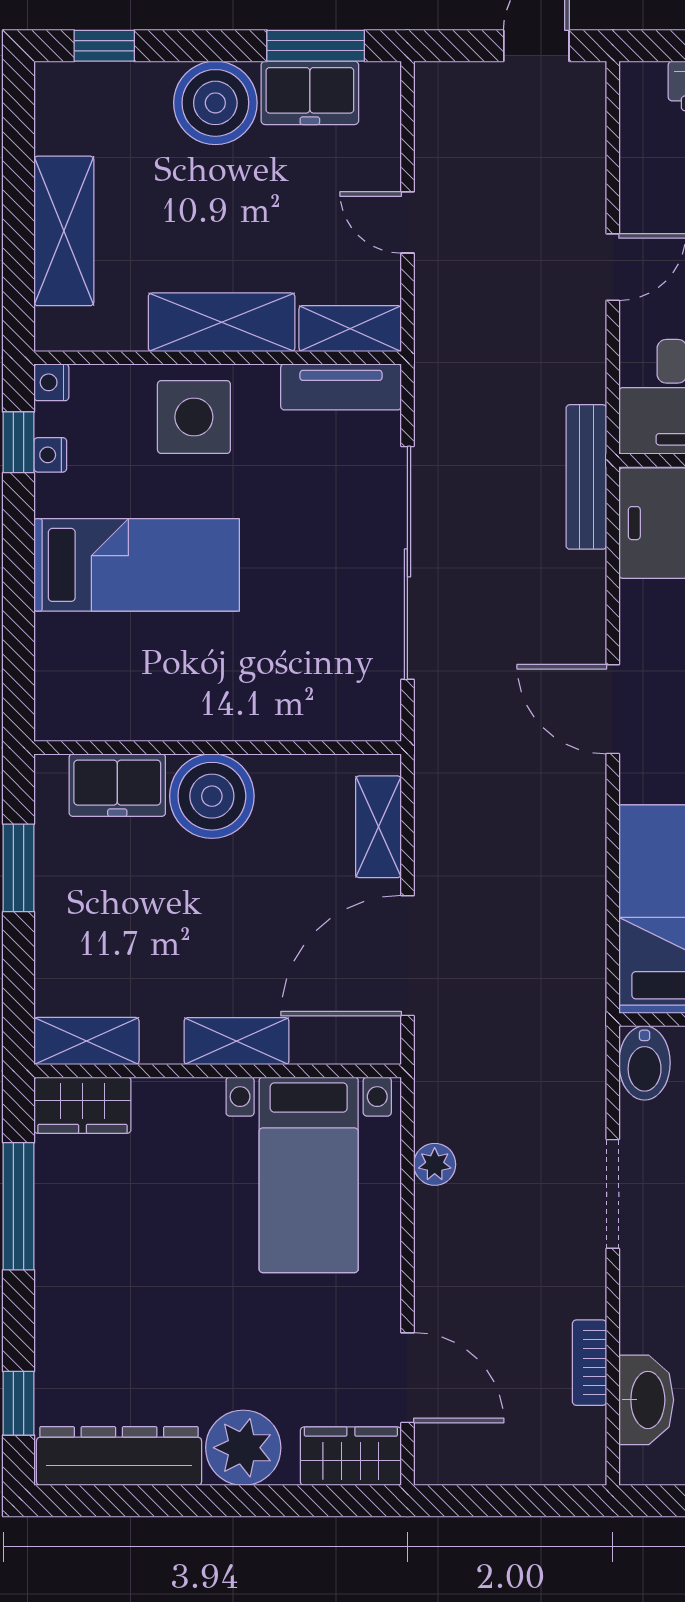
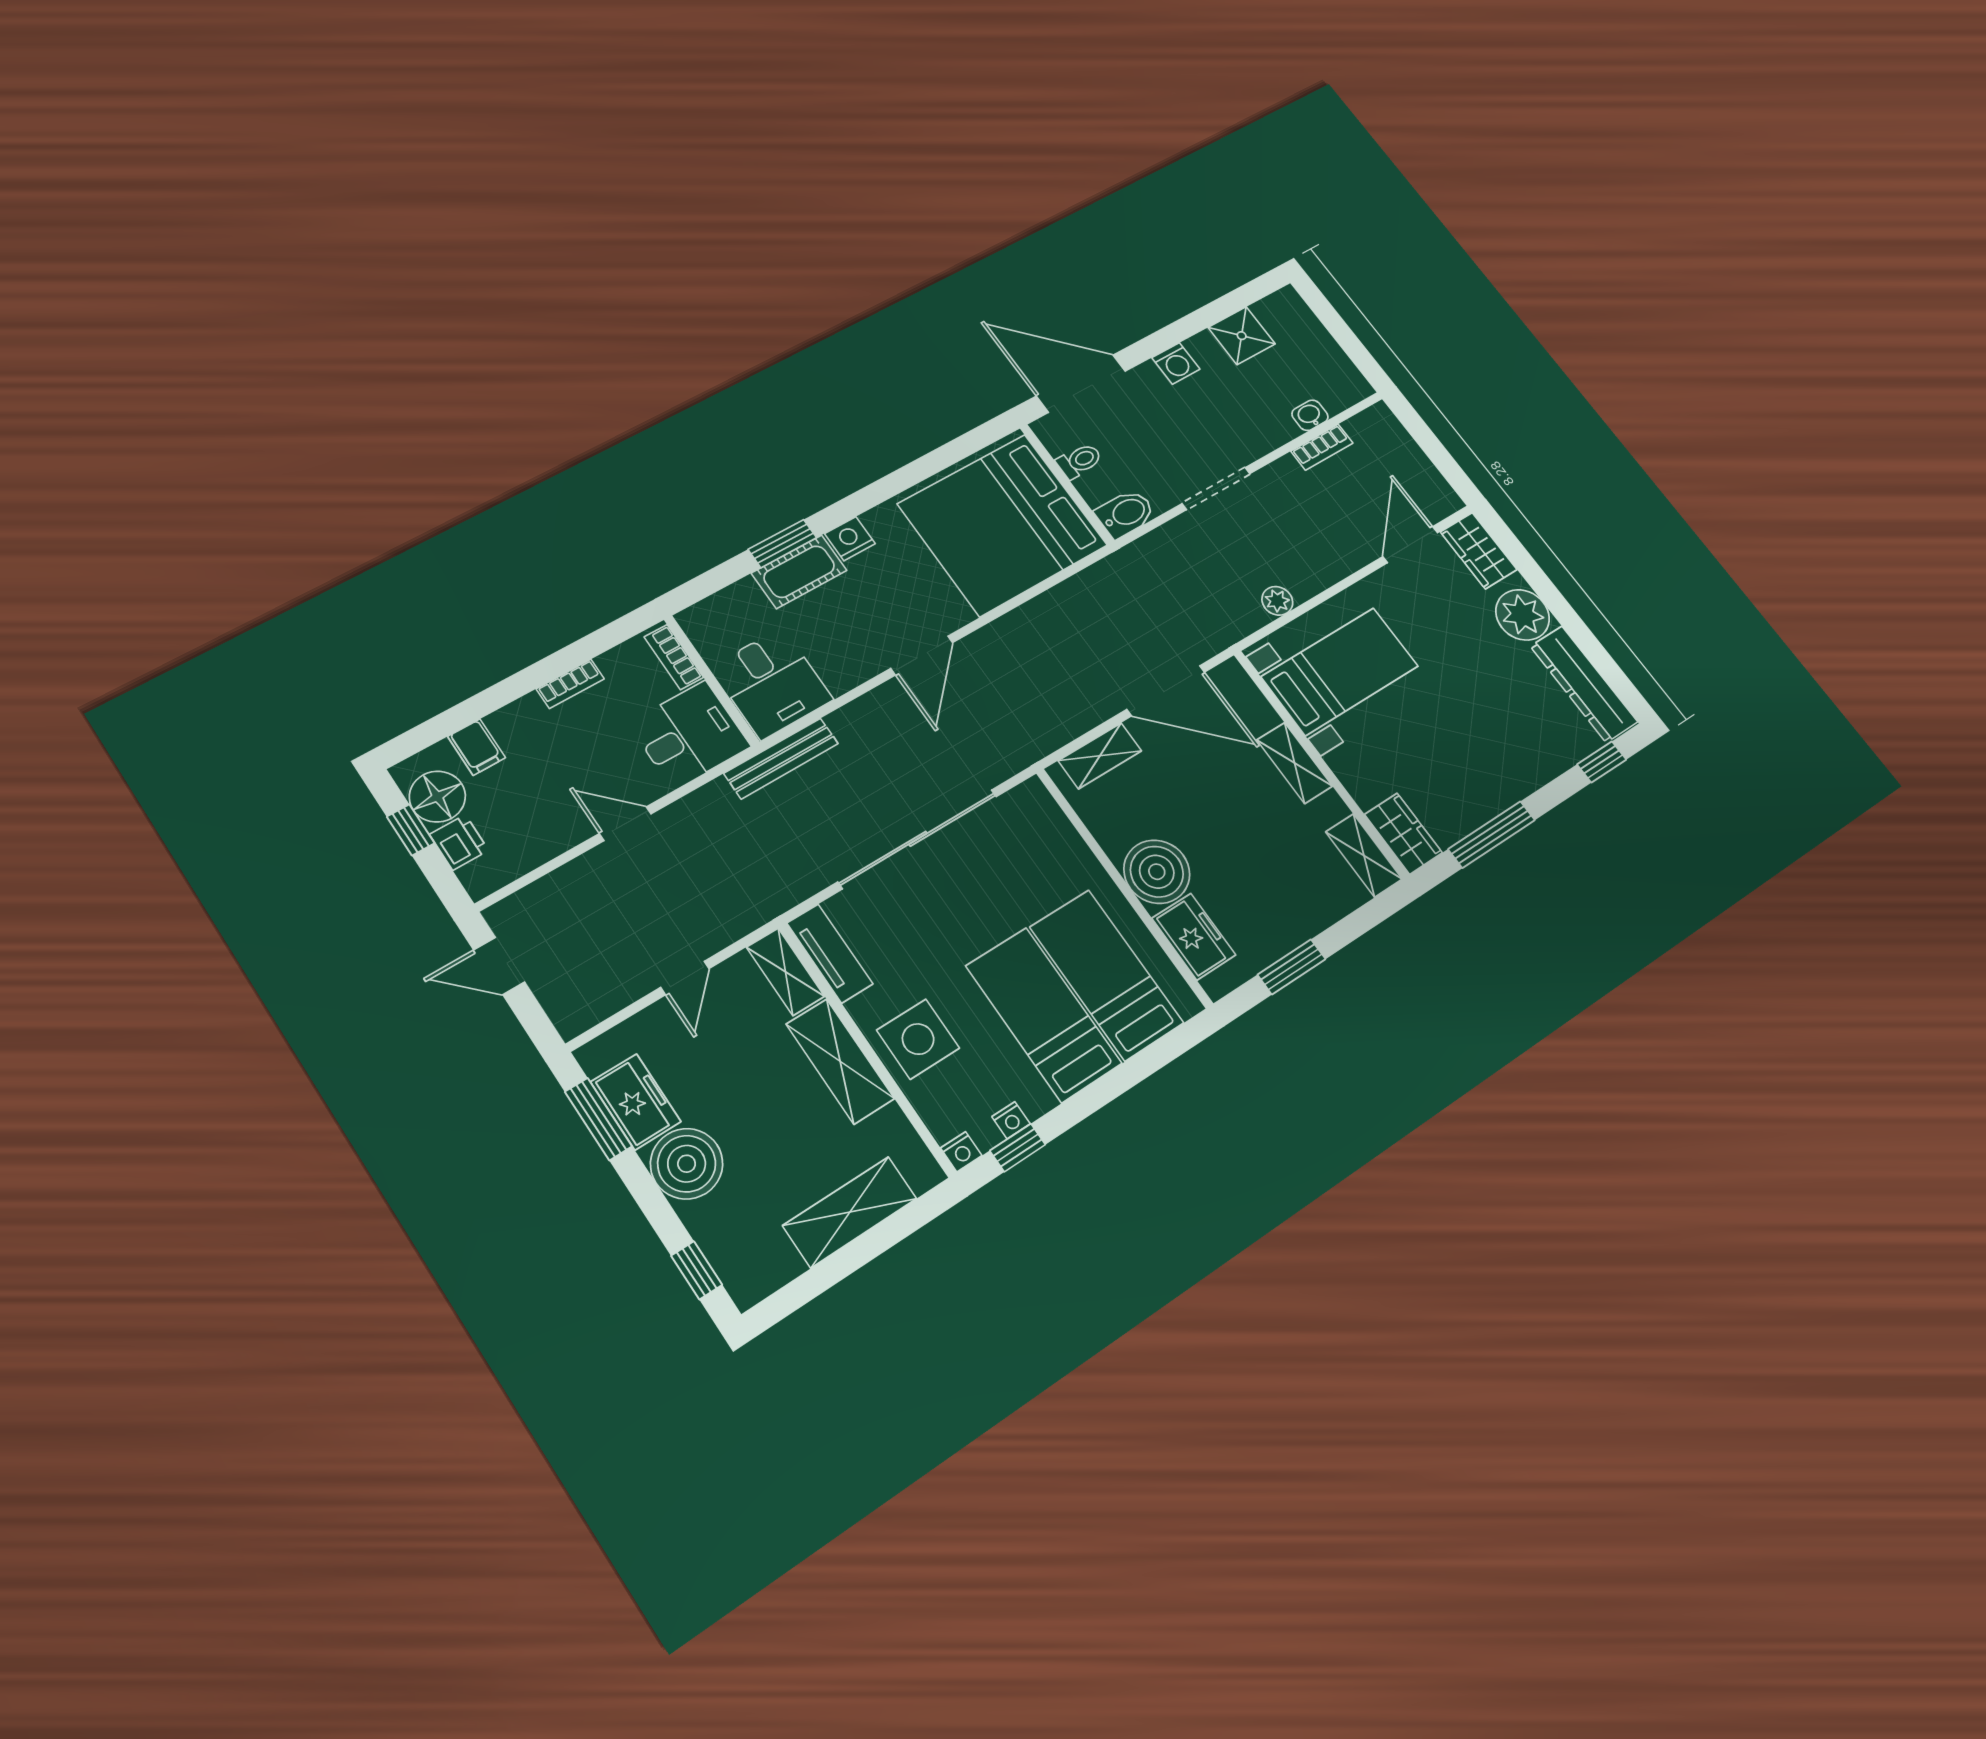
bed: (136, 661) -> (1107, 975), added
washbasin: (646, 1400) -> (1310, 415), width x0.52, depth x0.69

